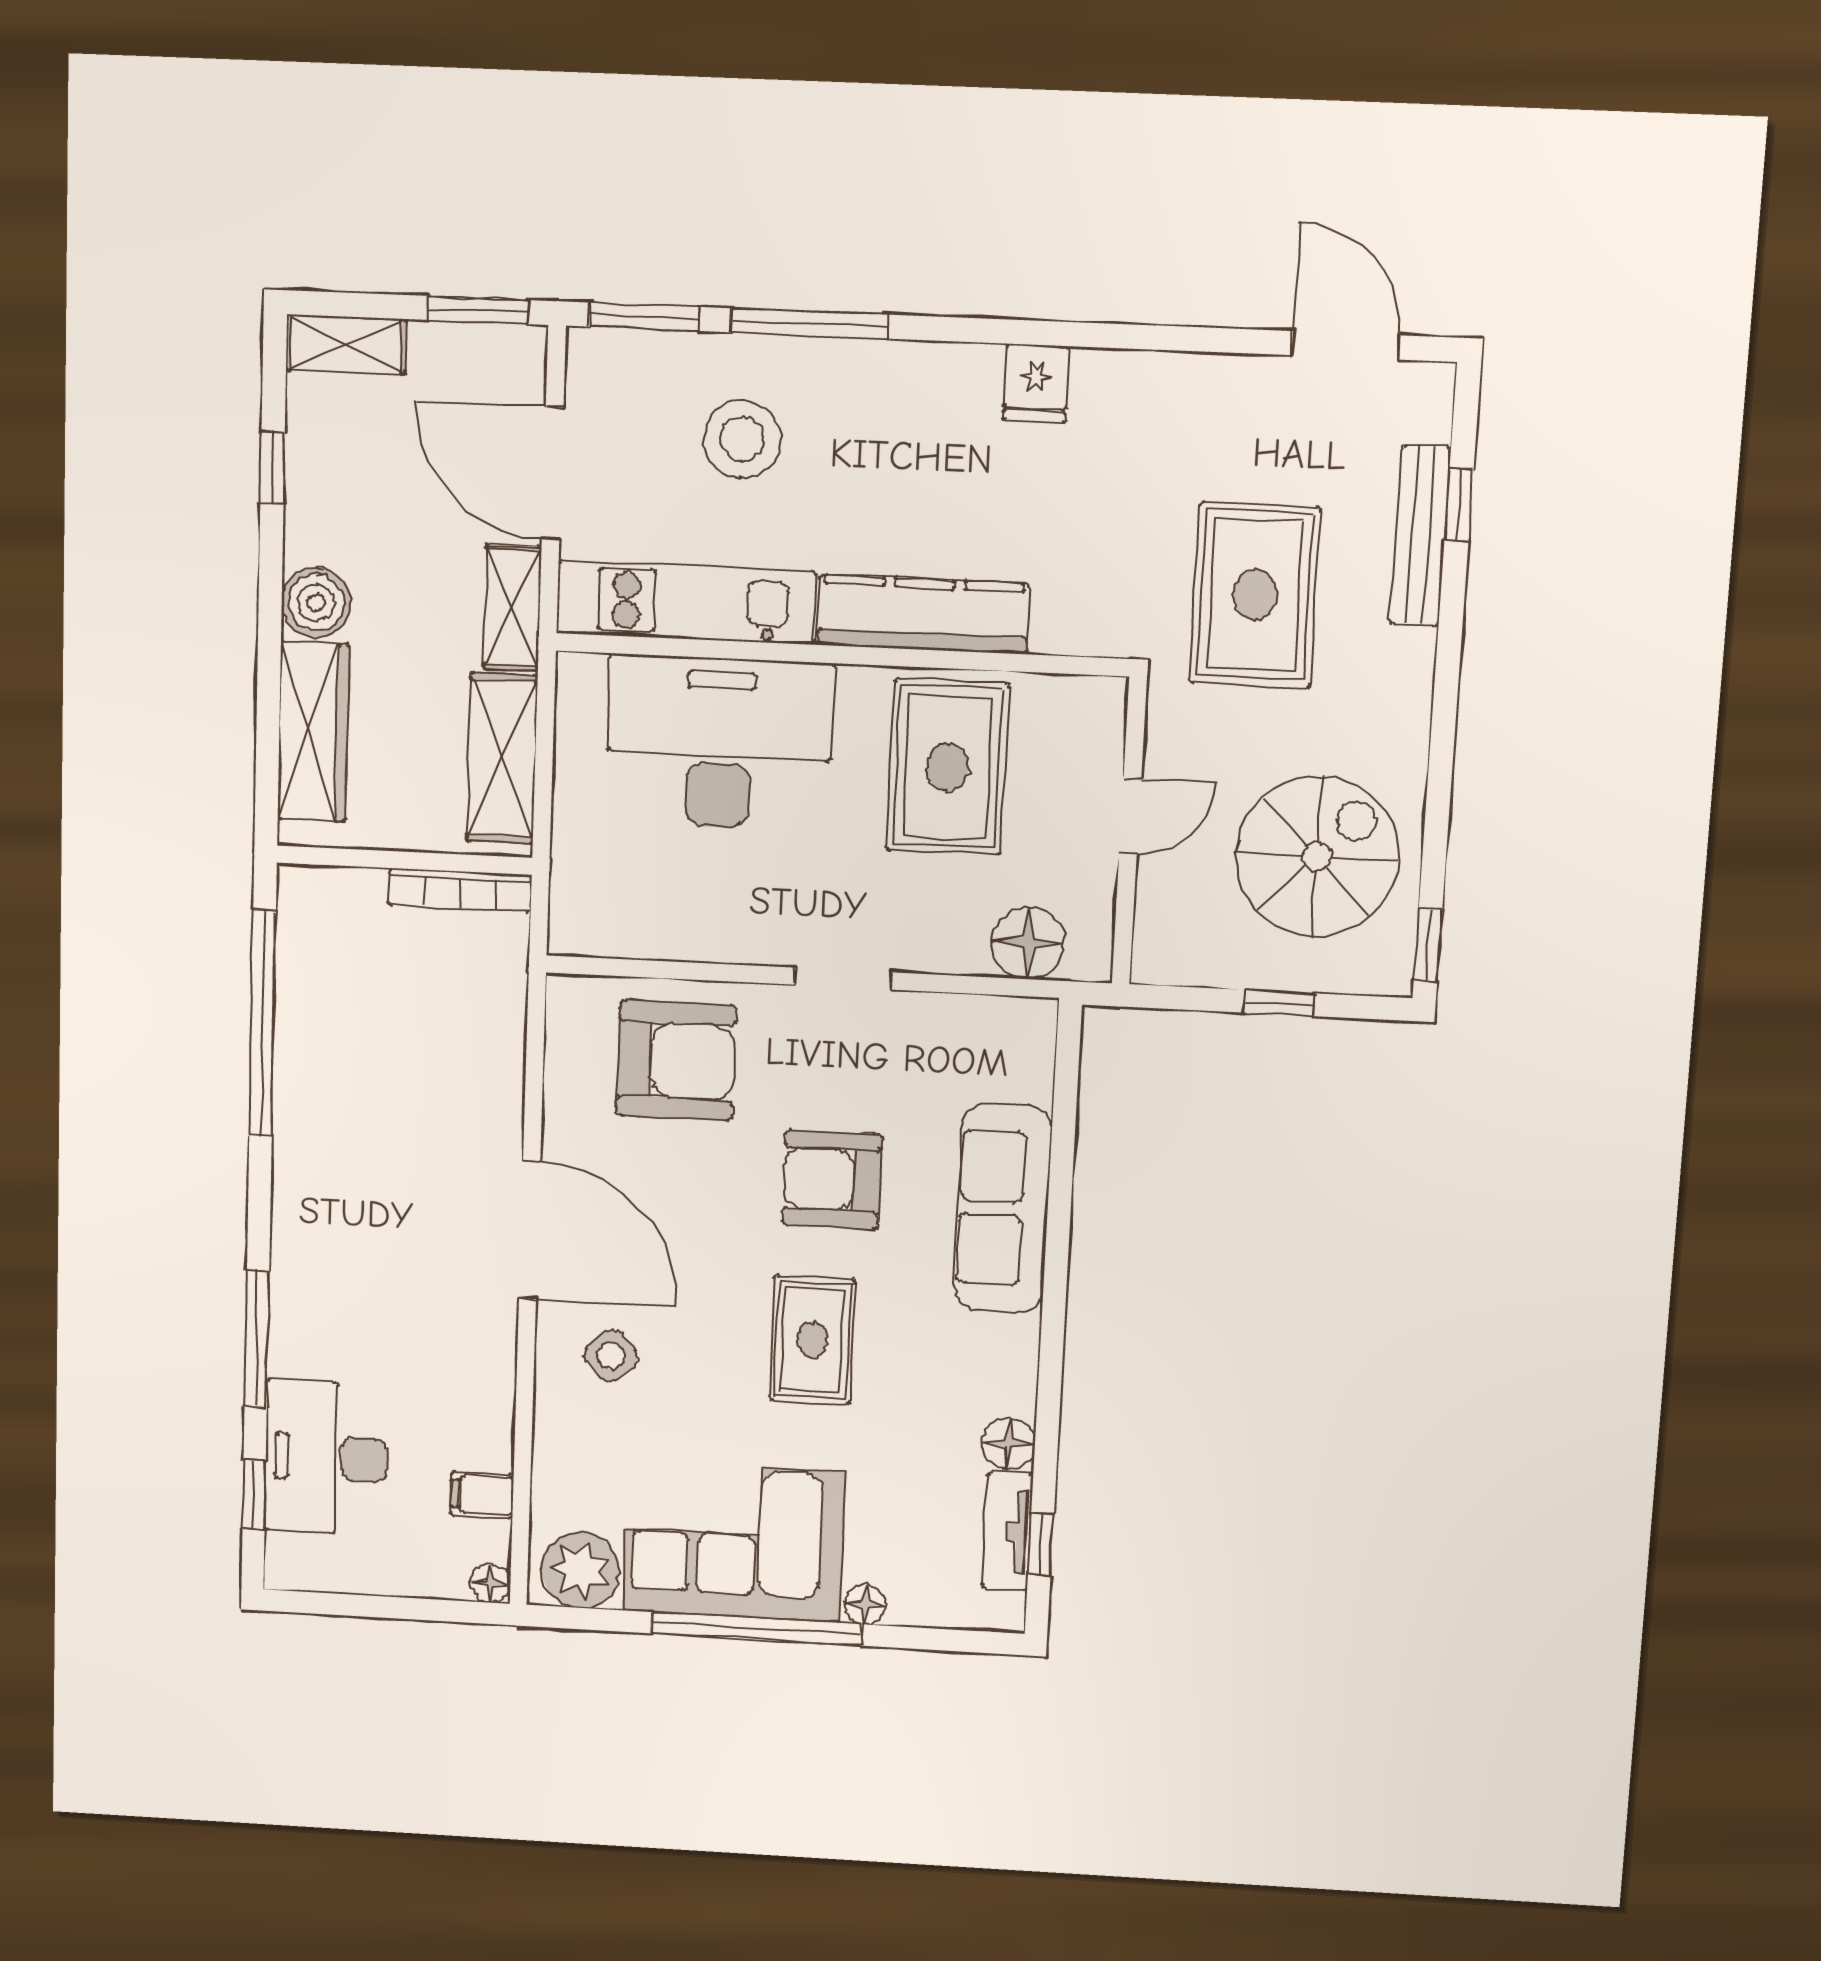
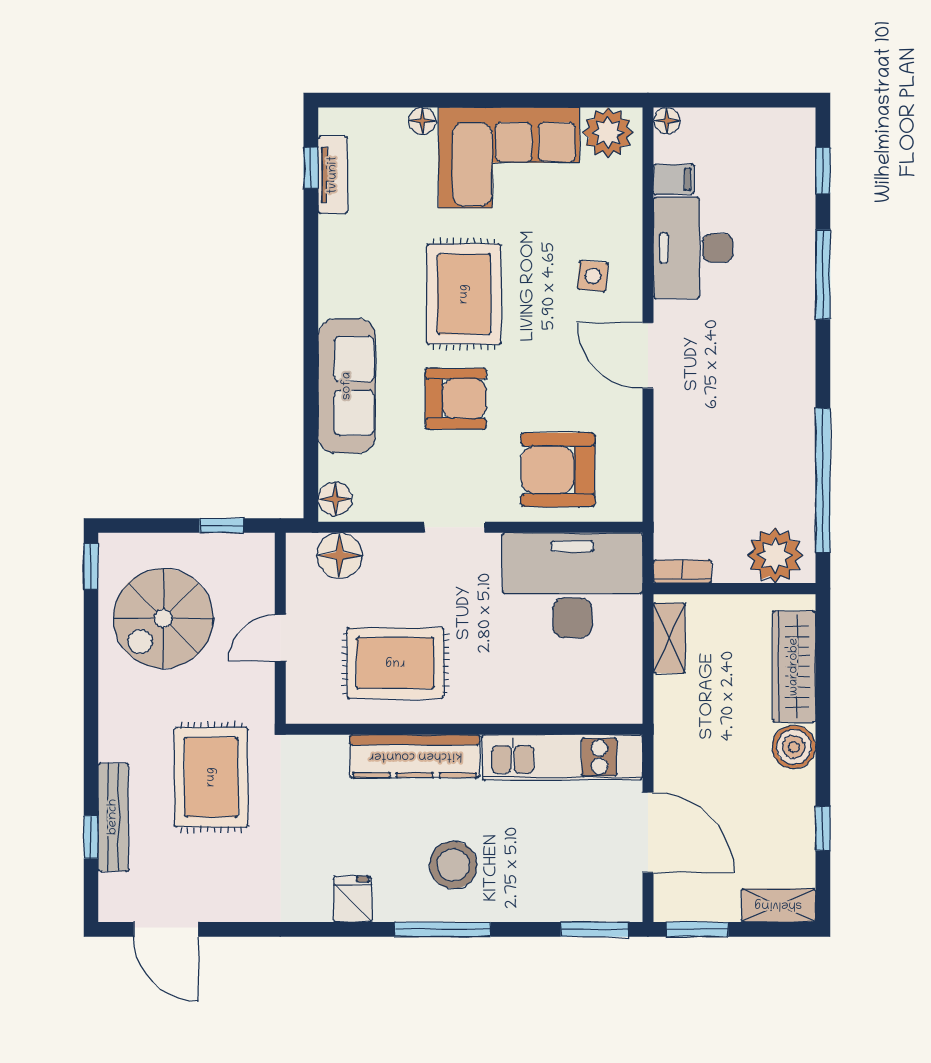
window: (809, 323) -> (443, 929), moved
stool: (742, 439) -> (453, 865), moved
shelving: (512, 608) -> (671, 749), removed
desk: (720, 743) -> (572, 585), moved, turned 180
shelving: (502, 758) -> (669, 638), width x0.67, depth x0.75
rug: (948, 767) -> (395, 663), turned 90
bookcase: (460, 890) -> (682, 572), width x0.64
plant: (339, 910) -> (775, 555), added
window: (1279, 1003) -> (221, 526), moved
door: (530, 1230) -> (648, 356), width x0.73
rug: (812, 1340) -> (464, 294), width x1.36, depth x1.43
side table: (611, 1356) -> (593, 276), turned 45
floor lamp: (1009, 1443) -> (335, 499), moved
desk: (327, 1458) -> (693, 248), moved, turned 180
window: (757, 1629) -> (492, 100), removed

